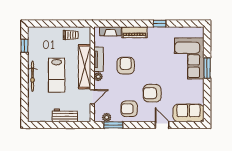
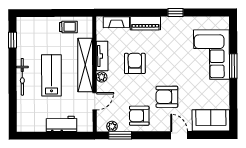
lab bench: (57, 75) -> (51, 75), turned 180

